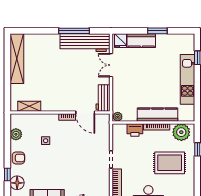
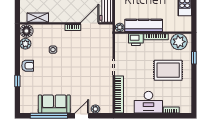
door: (85, 113) -> (90, 23), swing flipped
kitchen counter: (158, 115) -> (144, 25), moved
floor lamp: (17, 183) -> (26, 31), moved

